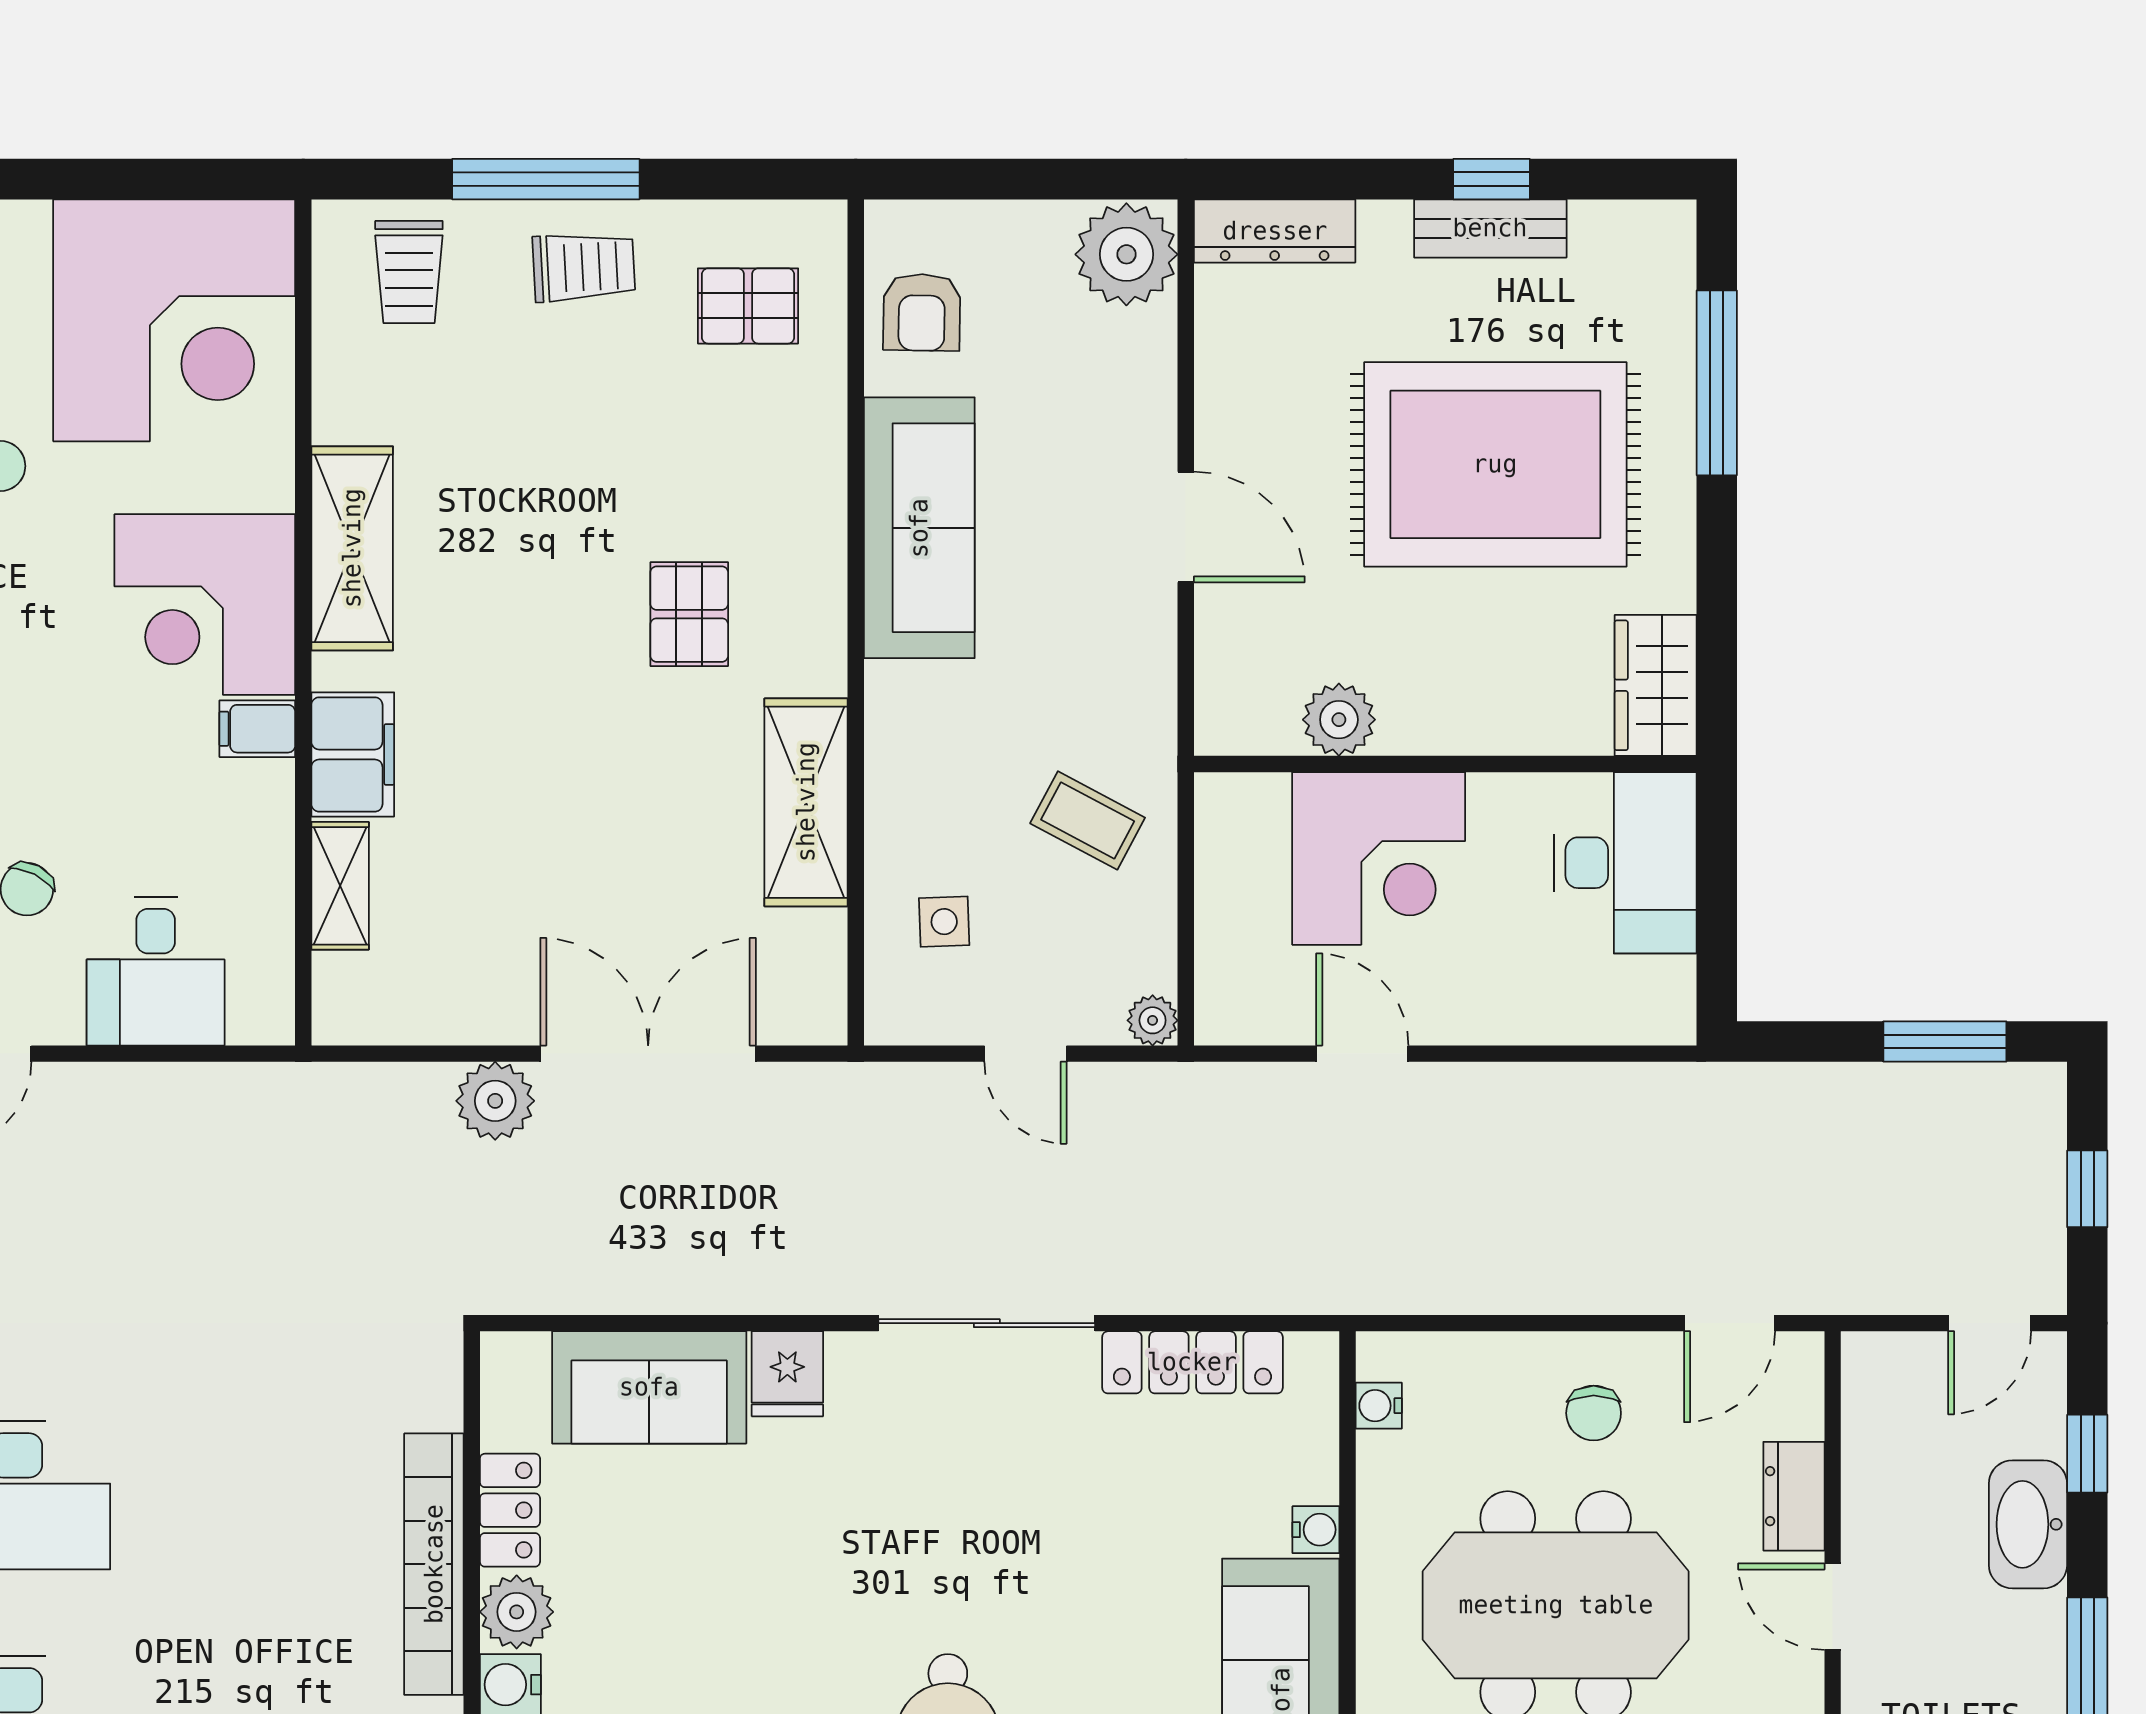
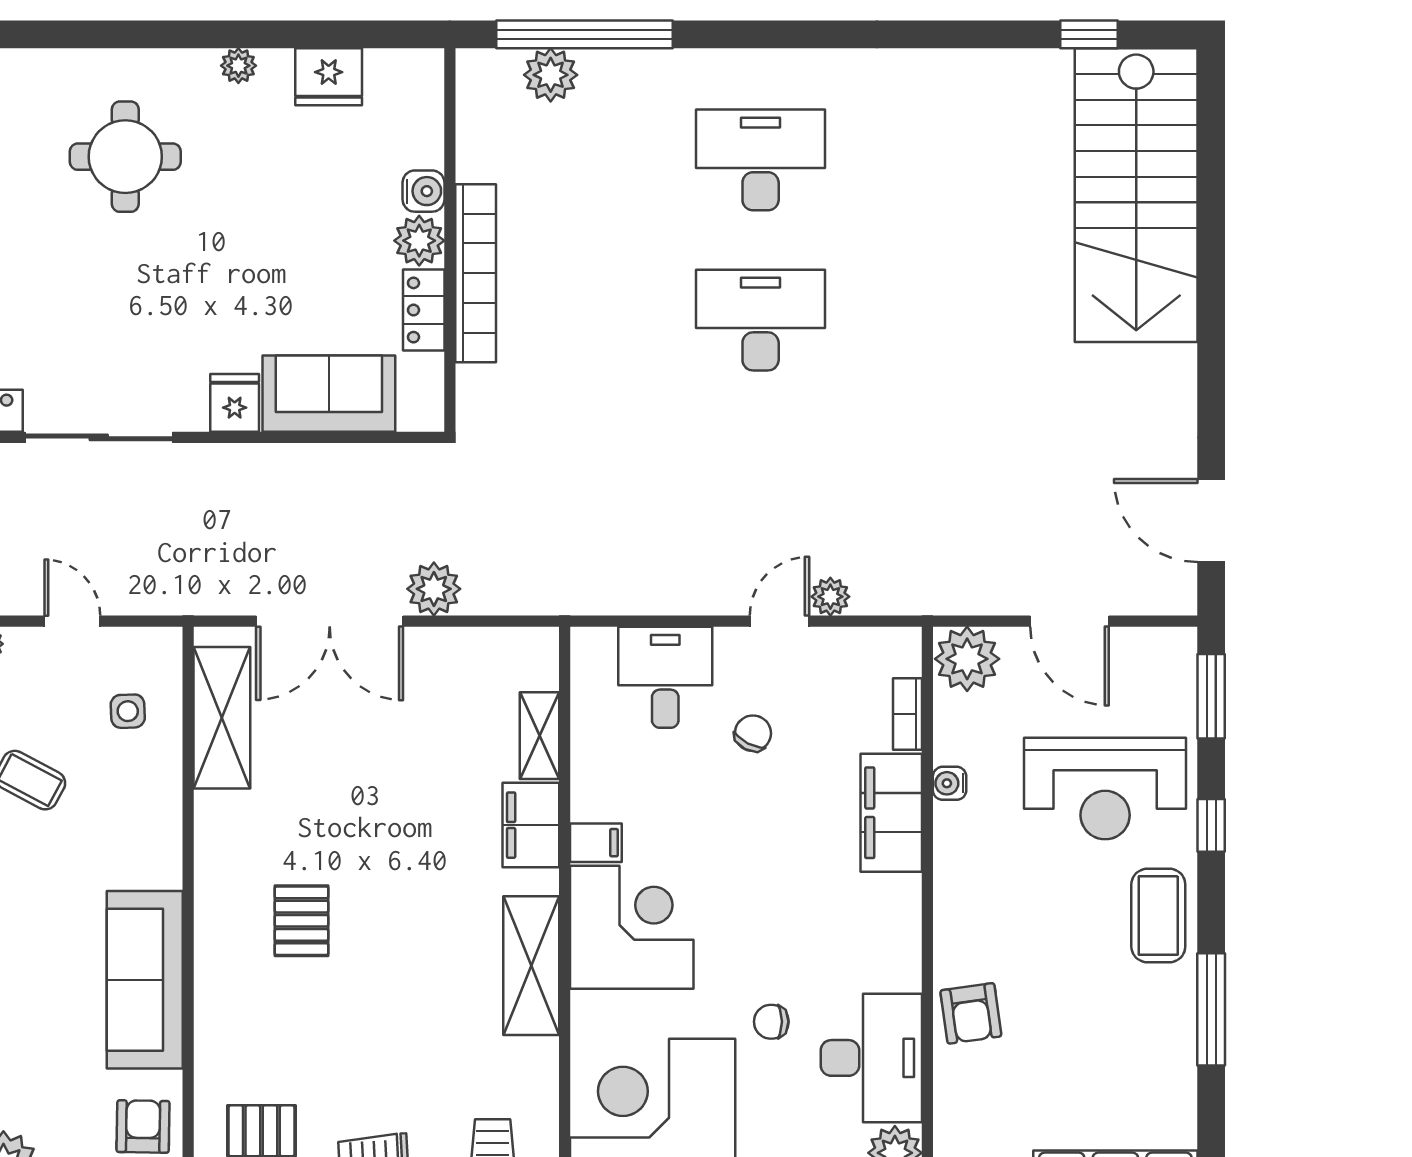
shelving: (806, 802) -> (222, 718), moved

